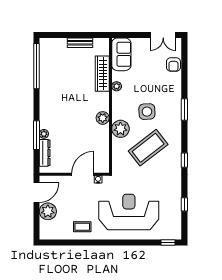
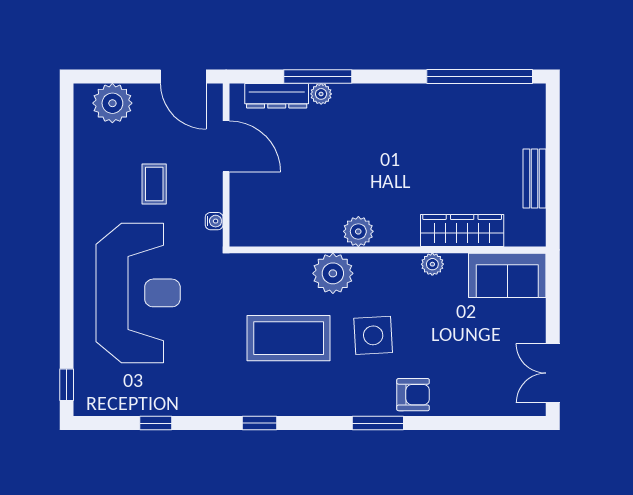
armchair: (173, 65) -> (413, 395), moved, turned 180
coffee table: (148, 148) -> (289, 338), turned -52
door: (83, 174) -> (226, 146), moved
plant: (48, 211) -> (112, 103), moved
coffee table: (82, 227) -> (154, 184), moved

